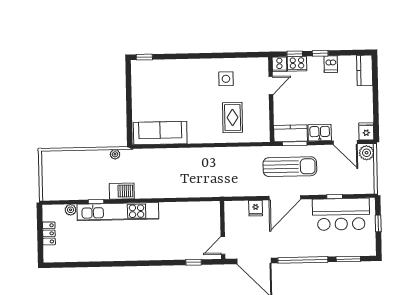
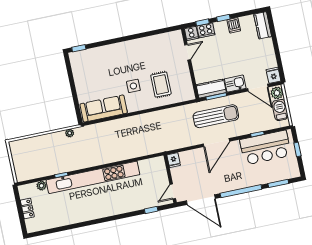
side table: (226, 79) -> (133, 86), moved
barbecue: (122, 191) -> (280, 110), moved, turned -90
fridge: (256, 208) -> (174, 160), moved
kitchen unit: (118, 212) -> (93, 177), width x1.36

